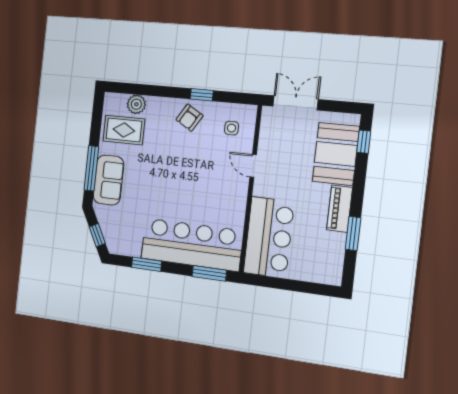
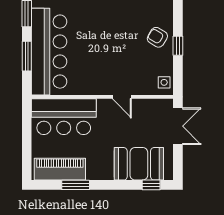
side table: (232, 128) -> (164, 82), moved
door: (253, 166) -> (122, 97), swing flipped
piano: (340, 209) -> (60, 169), moved, width x1.37, depth x1.33
window: (209, 273) -> (27, 56), moved

